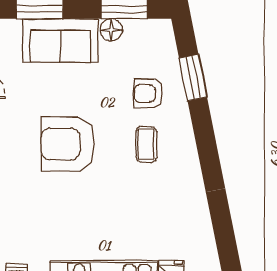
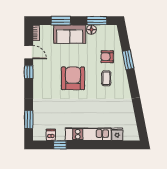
window: (193, 78) -> (128, 60), moved
armchair: (68, 144) -> (73, 78), turned 90

